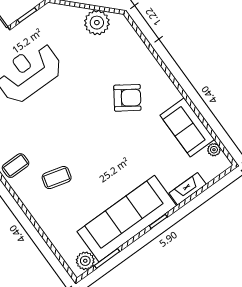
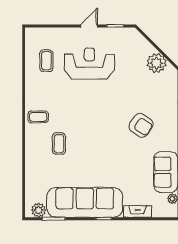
coffee table: (57, 178) -> (59, 144), turned 75

